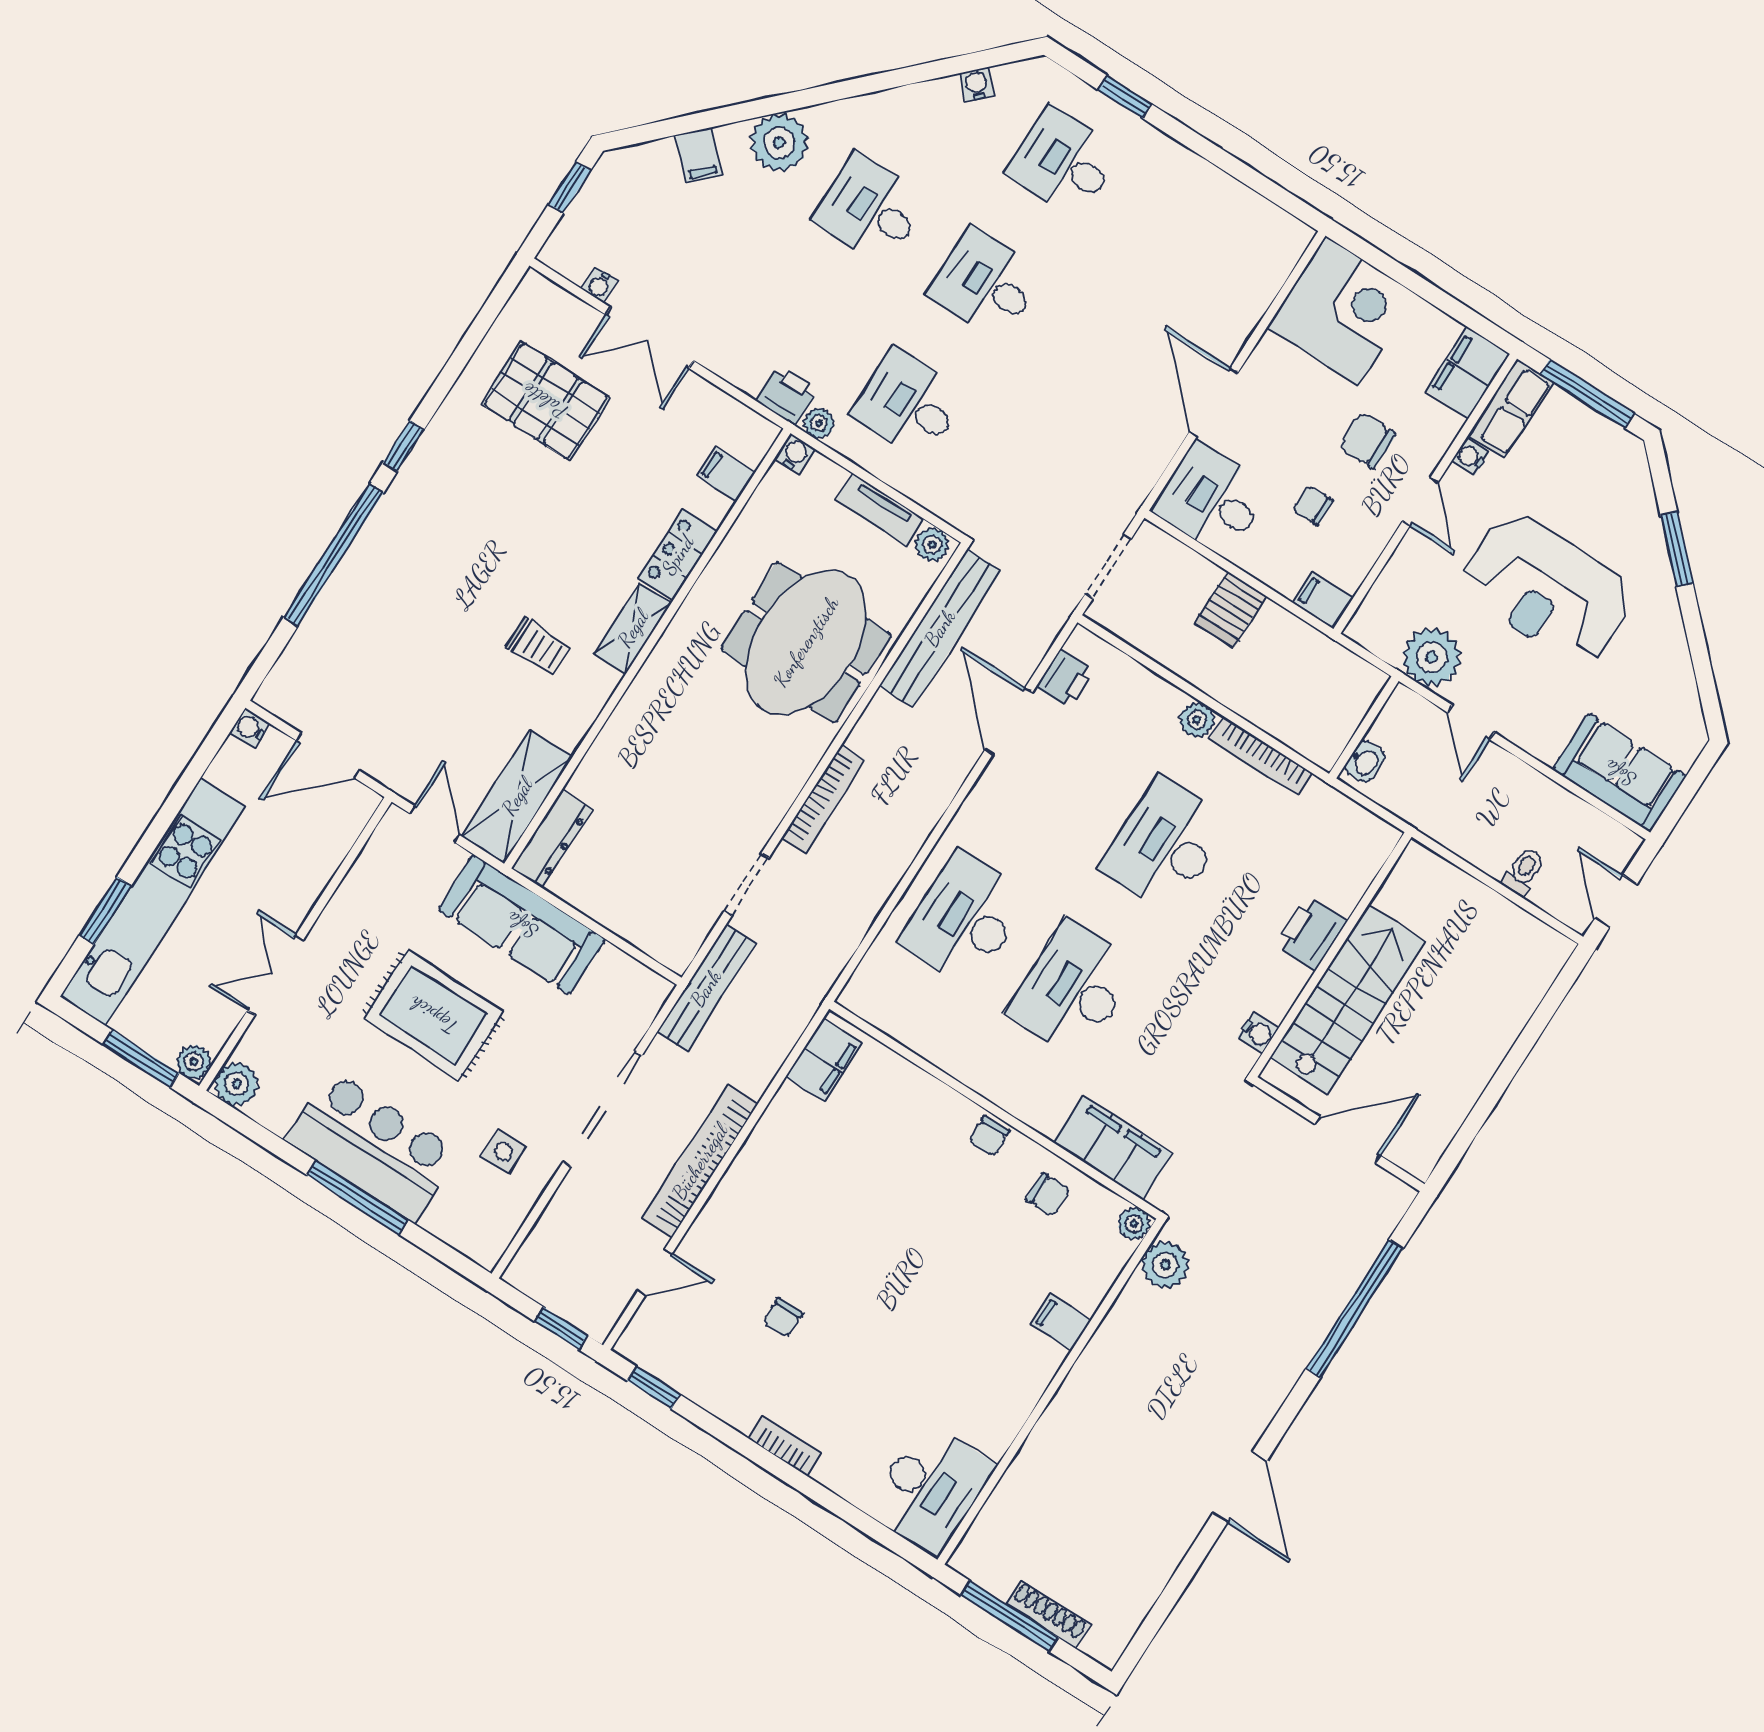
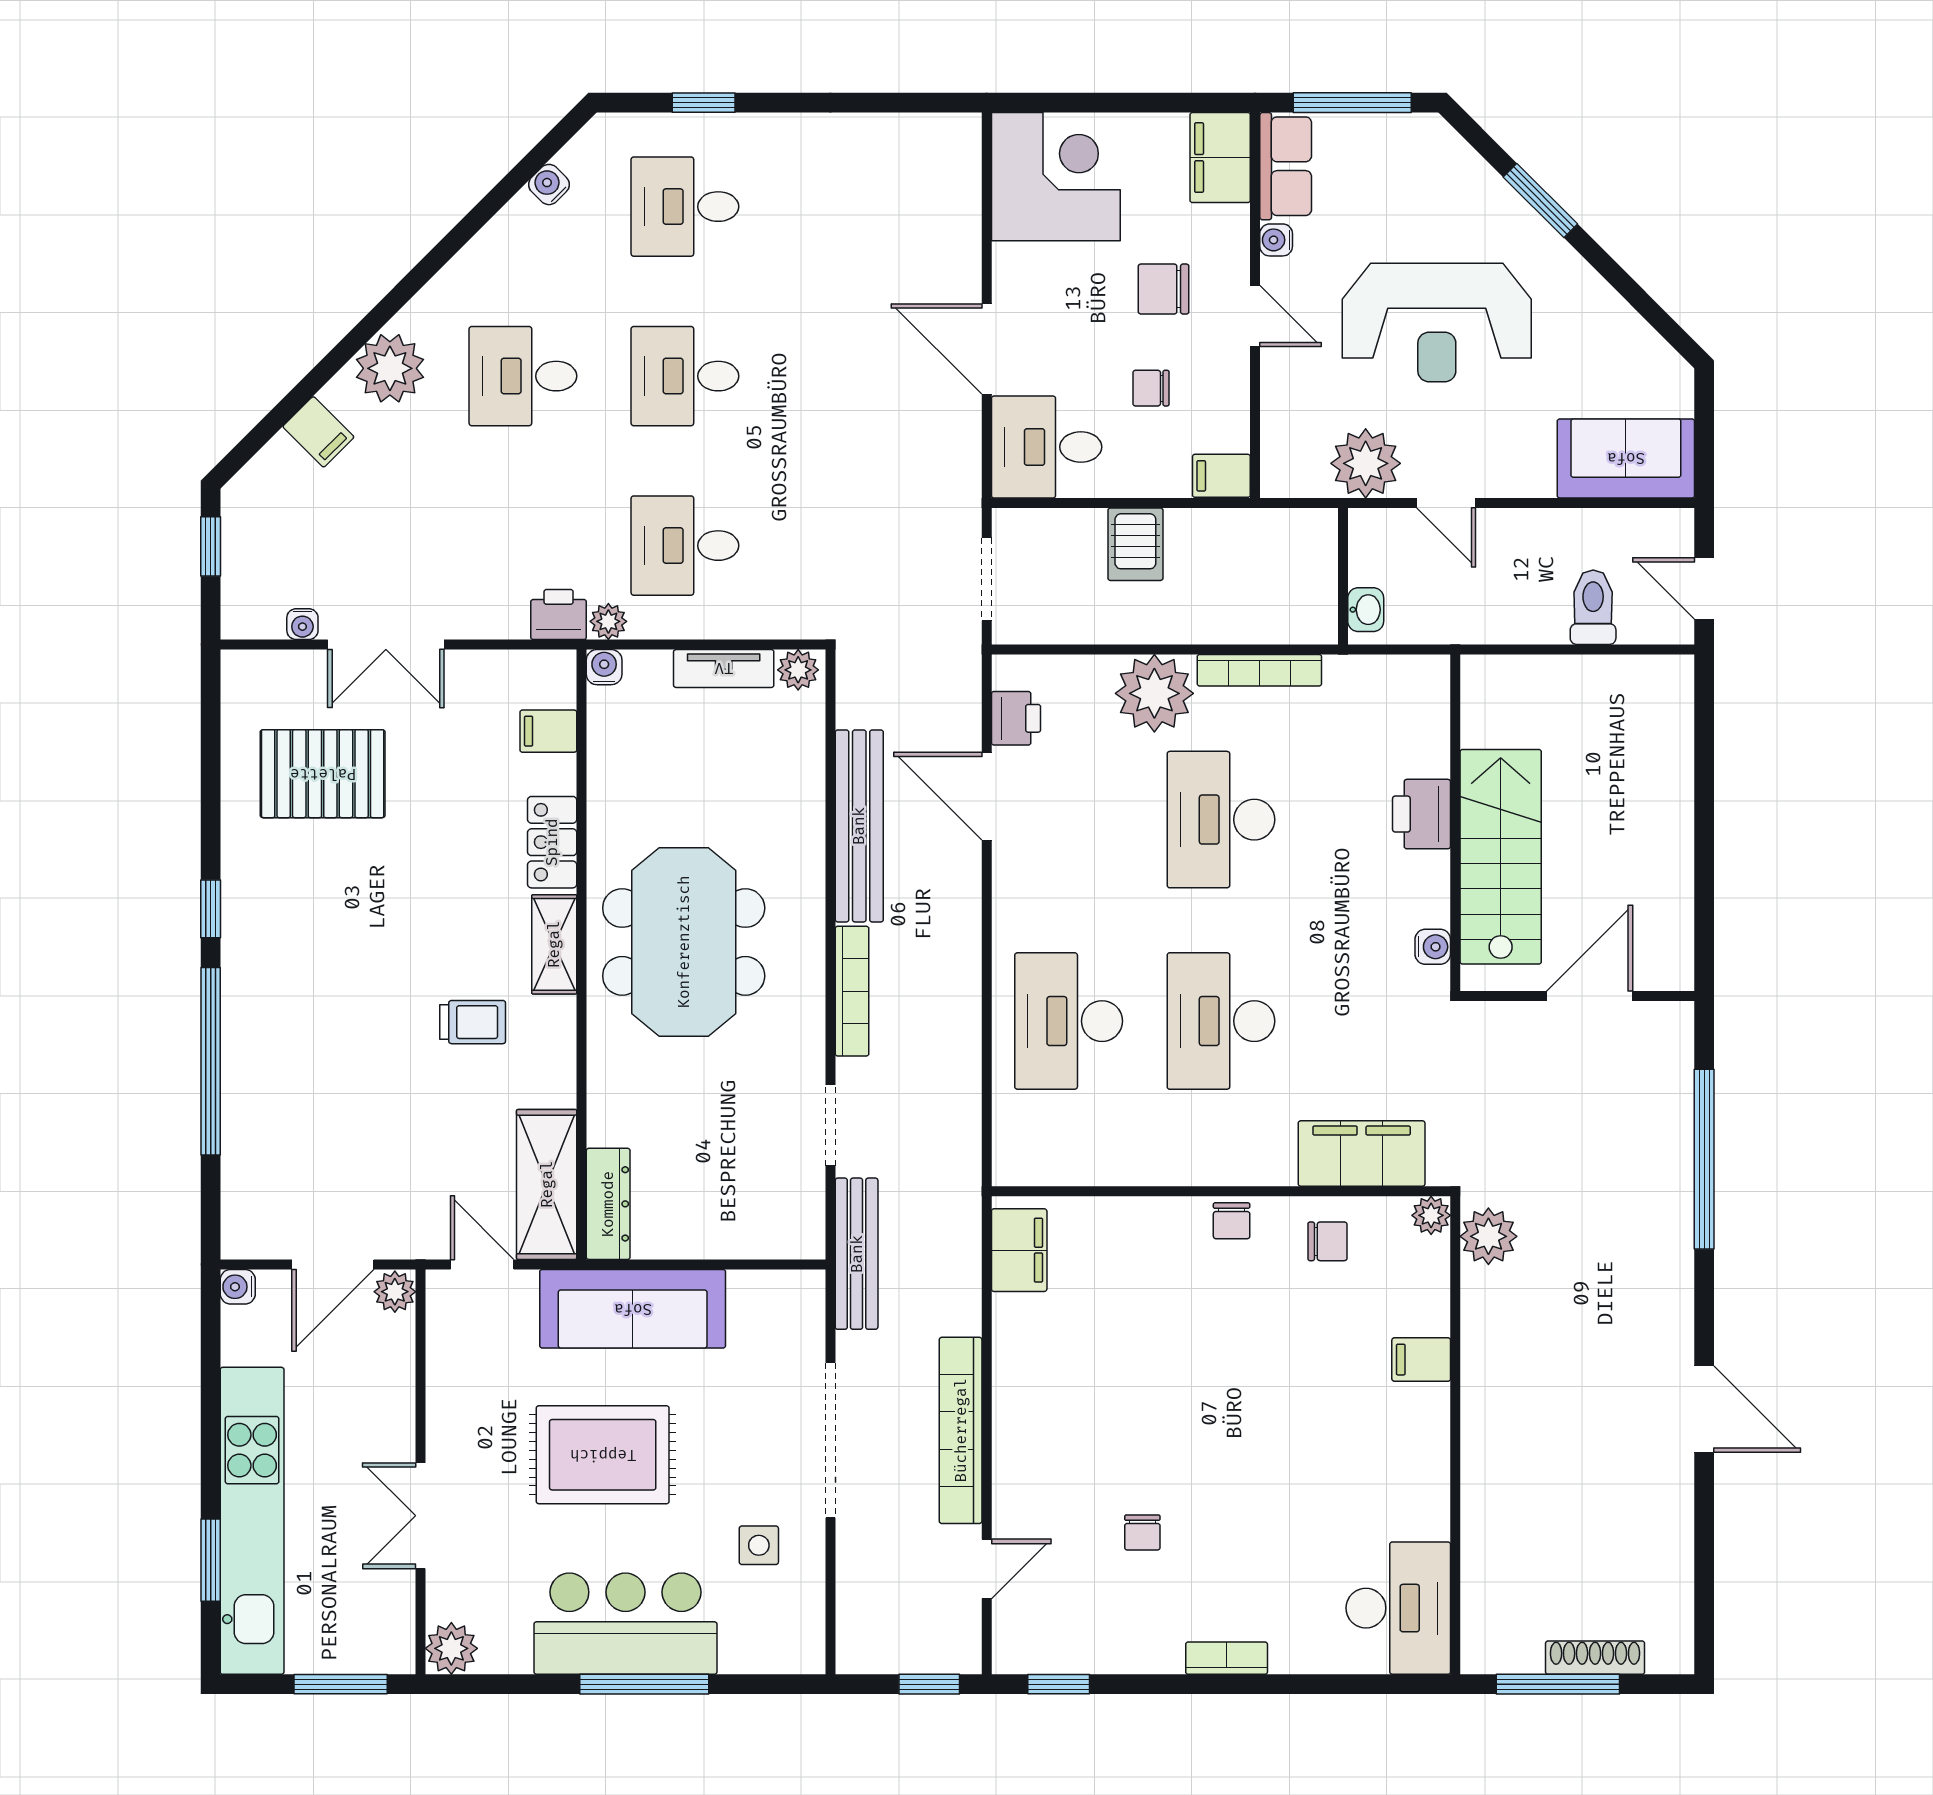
bench: (940, 628) -> (859, 826), moved
meeting table: (806, 642) -> (684, 942), moved
plant: (1197, 720) -> (1154, 693), width x1.88, depth x1.88
toilet: (1523, 871) -> (1593, 607), width x1.37, depth x1.39
plant: (194, 1062) -> (395, 1292), moved

